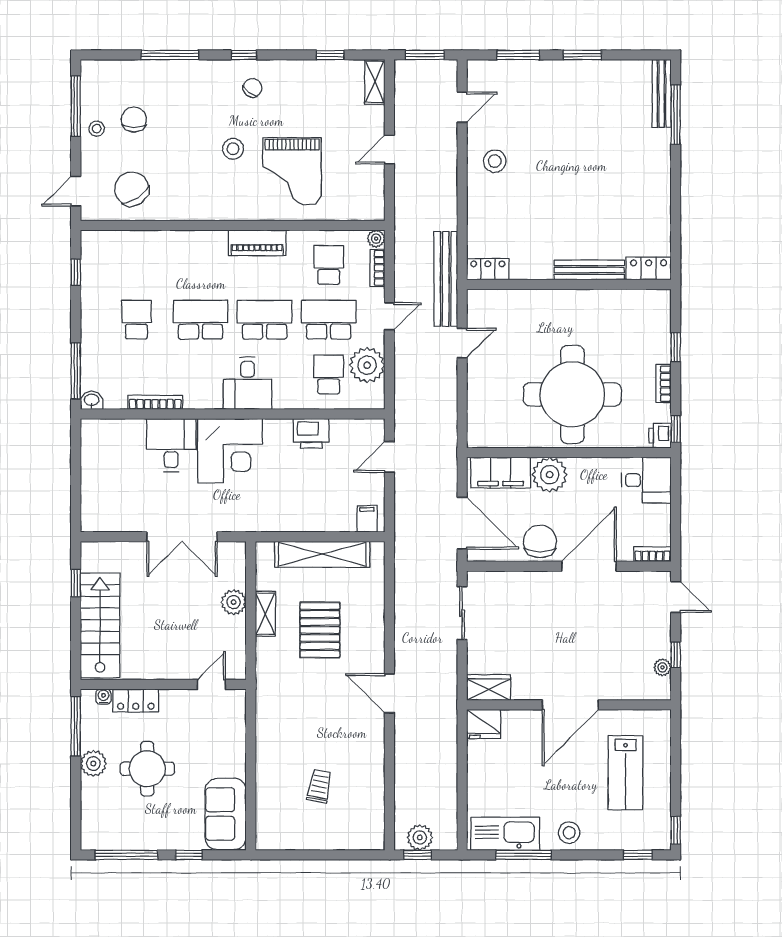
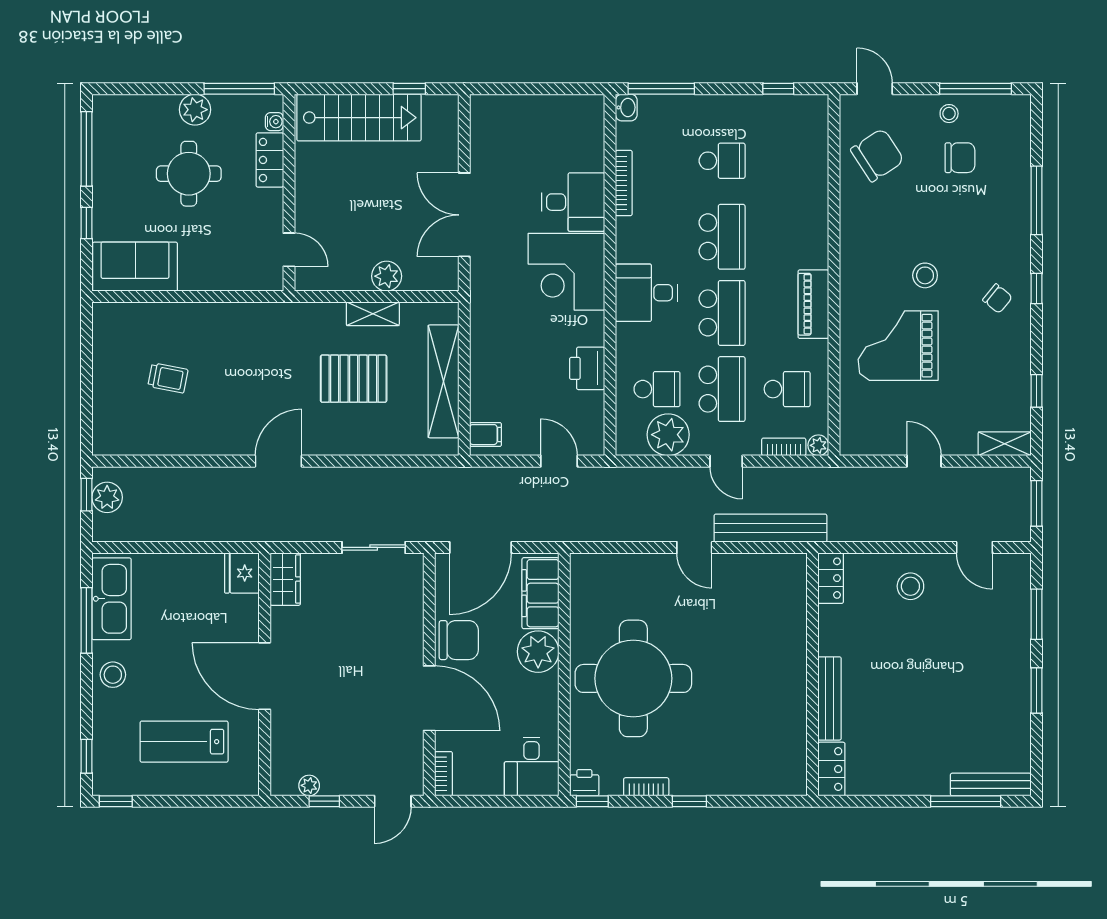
locker: (488, 269) -> (831, 578), moved
locker: (649, 269) -> (831, 769), moved
bench: (589, 270) -> (830, 698), moved
wall: (569, 284) -> (812, 674), moved

